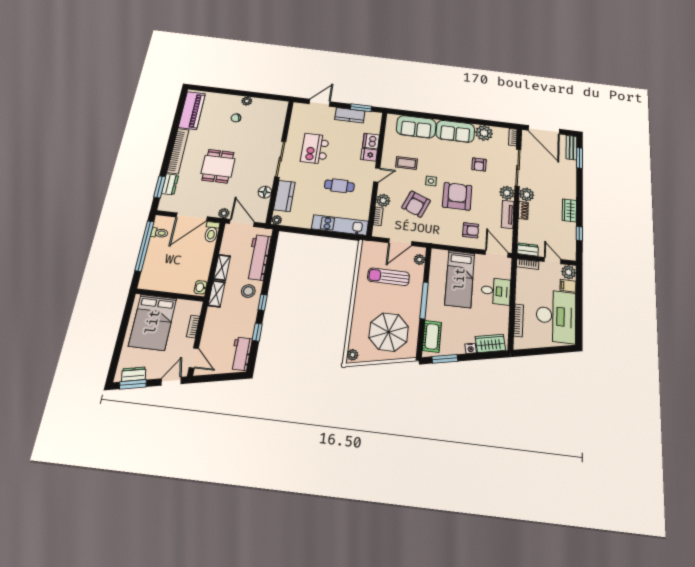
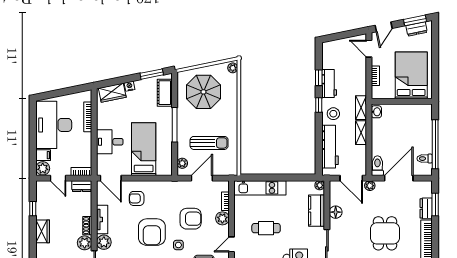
armchair: (416, 204) -> (191, 219), turned 68
workbench: (241, 354) -> (329, 83), moved

